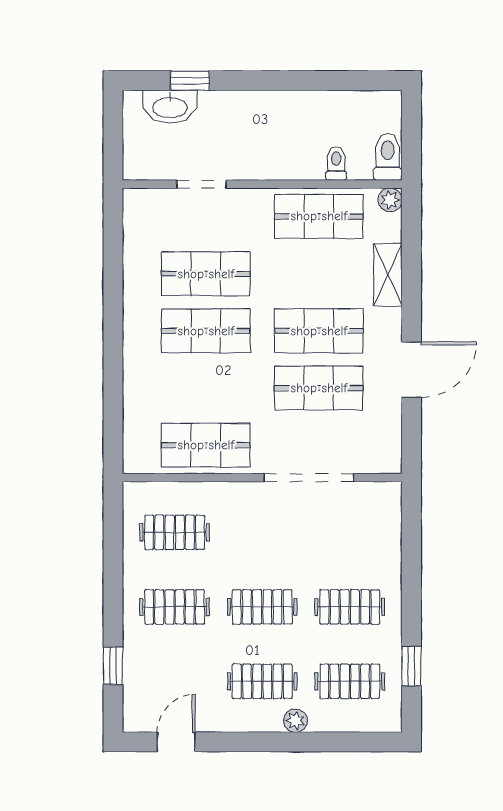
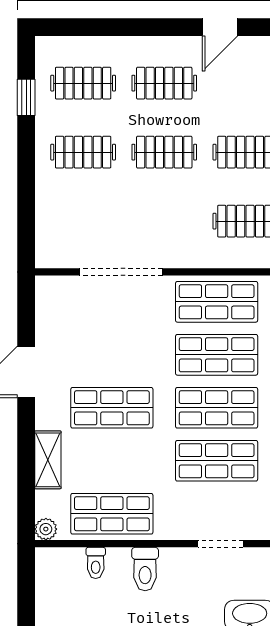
toilet: (388, 157) -> (145, 569), moved
shop shelf: (319, 388) -> (217, 355), moved
plant: (295, 721) -> (133, 47), removed
door: (176, 742) -> (220, 27), moved

